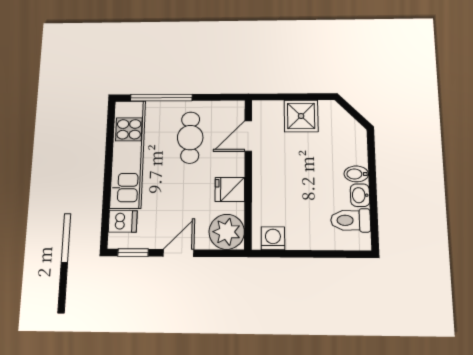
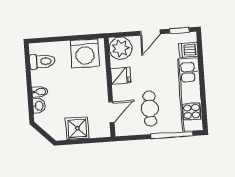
washbasin: (360, 195) -> (39, 106), moved
washing machine: (273, 238) -> (85, 53), width x1.89, depth x1.89

